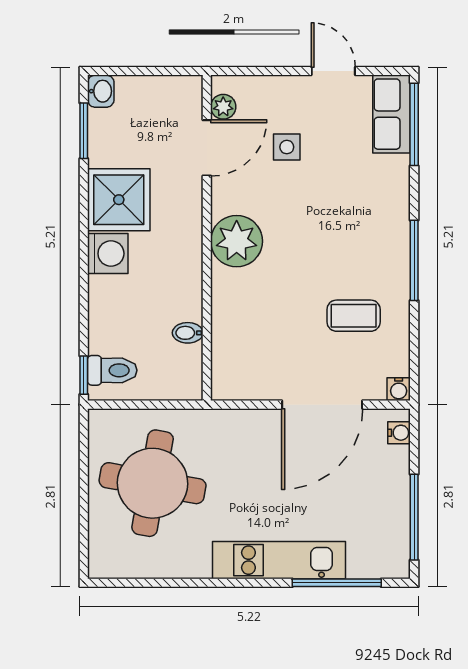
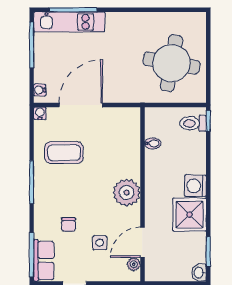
chair: (345, 181) -> (68, 225), added
coffee table: (354, 316) -> (64, 153), width x1.36, depth x1.30
kitchen unit: (279, 560) -> (69, 22), moved

